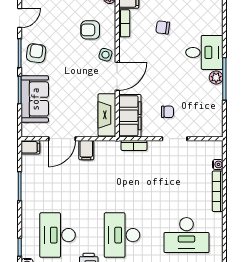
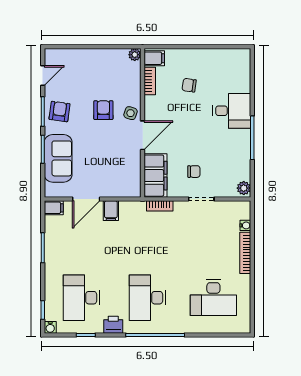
armchair: (90, 30) -> (103, 110), moved, turned 90
plant: (216, 77) -> (244, 188), moved
fireplace: (107, 115) -> (132, 175), removed

